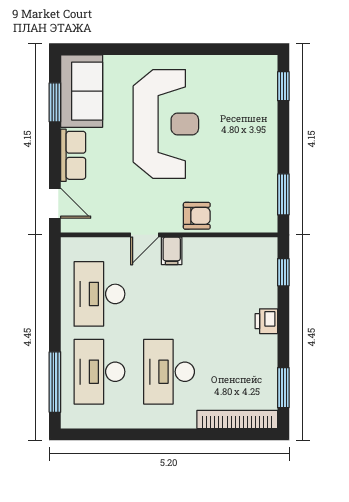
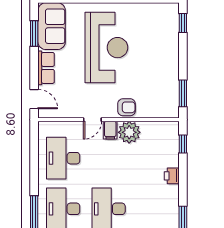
plant: (201, 254) -> (129, 132), added

